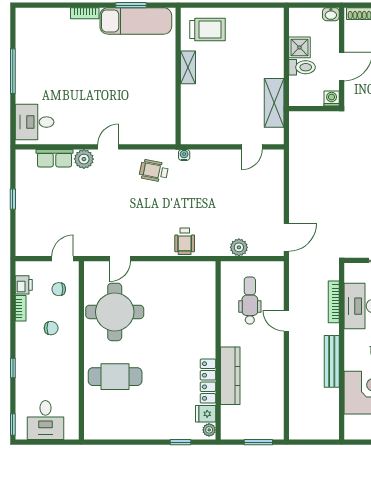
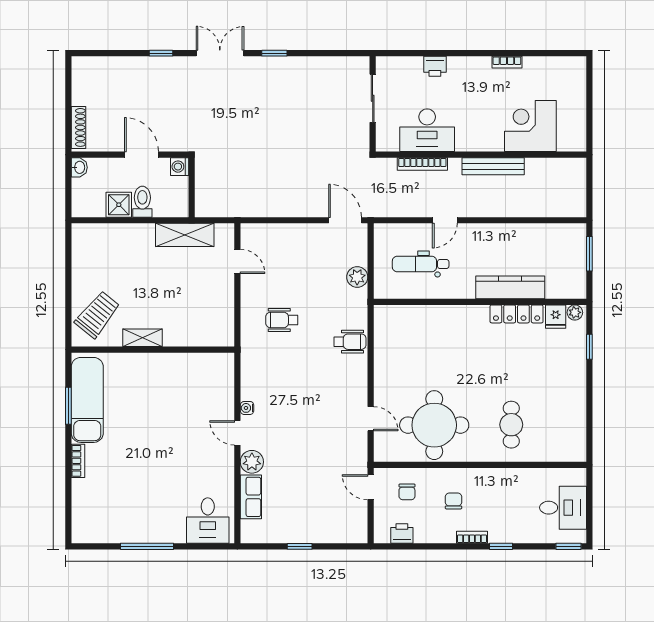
trolley: (207, 29) -> (97, 314), turned 39
water cooler: (184, 155) -> (247, 408), moved
wheelchair: (154, 171) -> (282, 320), moved, turned 79
bookcase: (21, 308) -> (472, 537), moved
cafe table: (115, 377) -> (511, 425), width x0.73, depth x0.74

